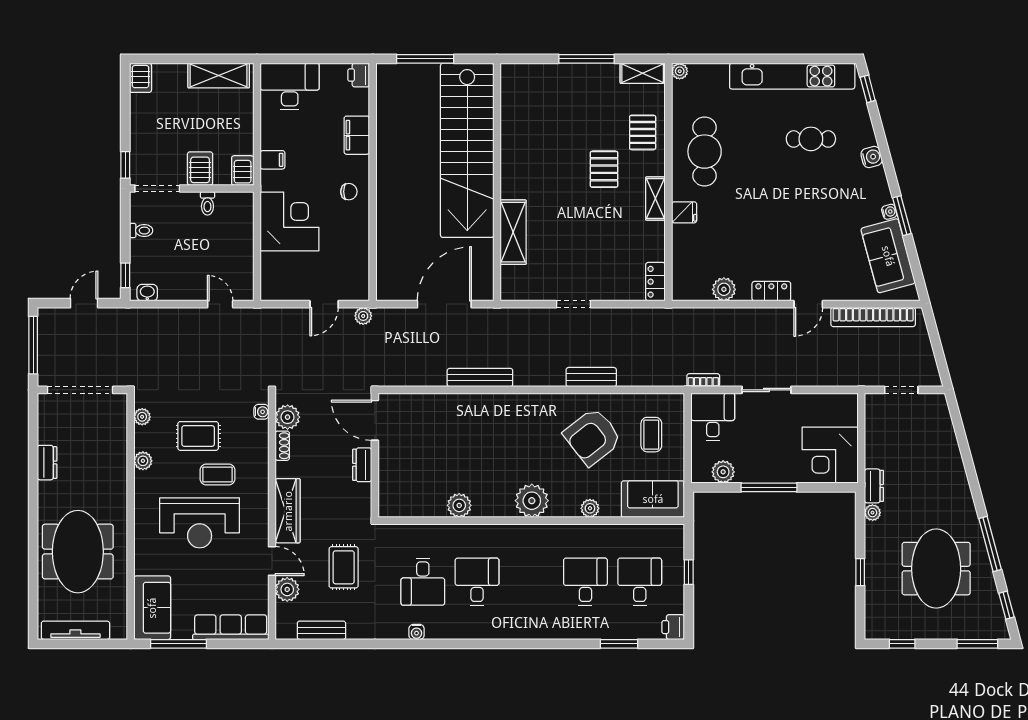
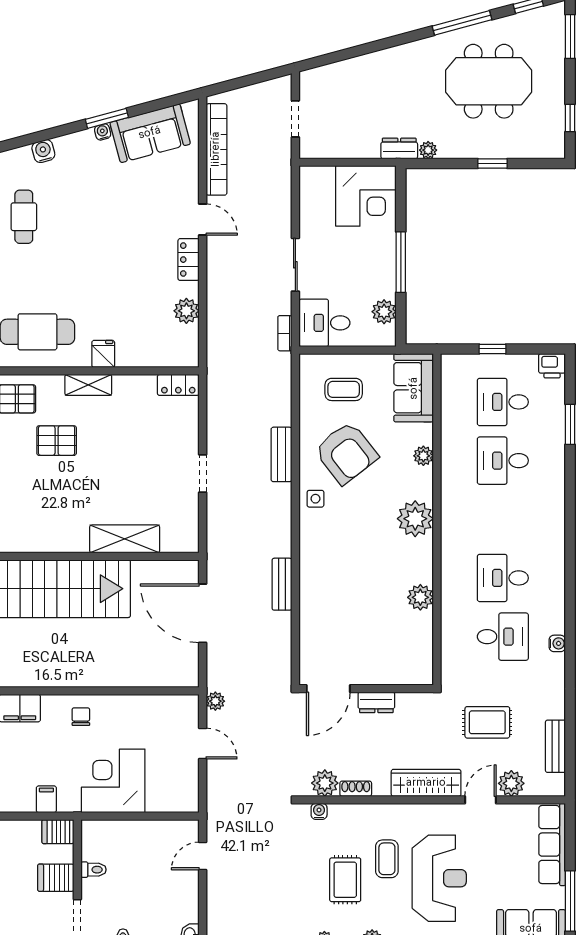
bench: (480, 378) -> (282, 584), width x0.73
side table: (550, 408) -> (315, 499), added

